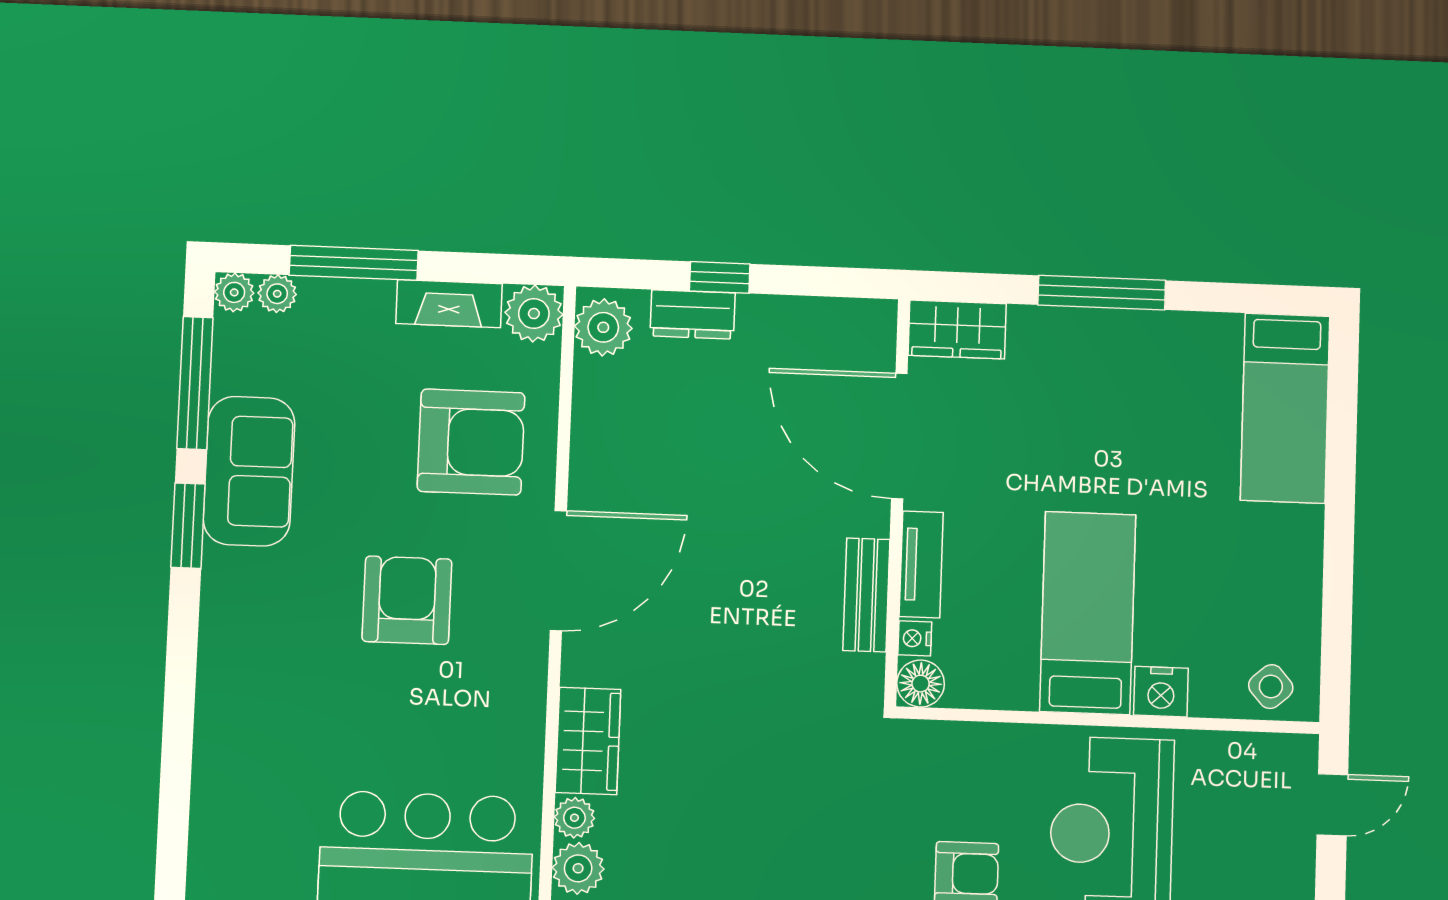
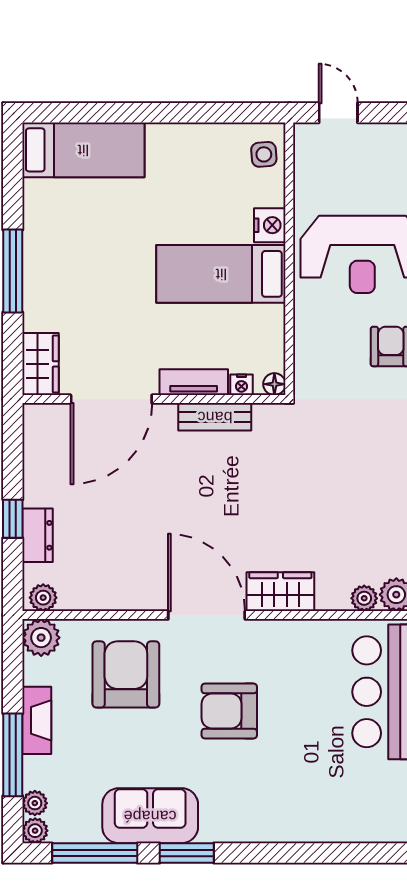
fireplace: (449, 304) -> (37, 720), moved
plant: (603, 327) -> (43, 598), width x0.73, depth x0.73
floor lamp: (921, 684) -> (274, 384), width x0.73, depth x0.73
side table: (1271, 687) -> (264, 154), turned 36
wardrobe: (588, 741) -> (280, 592), moved

